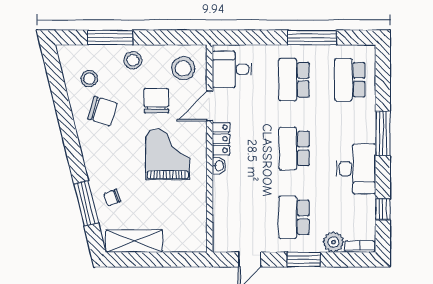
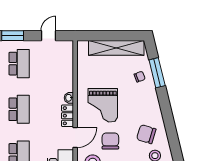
chair: (156, 101) -> (110, 141), turned 180
shelving: (134, 241) -> (116, 48), width x1.47

